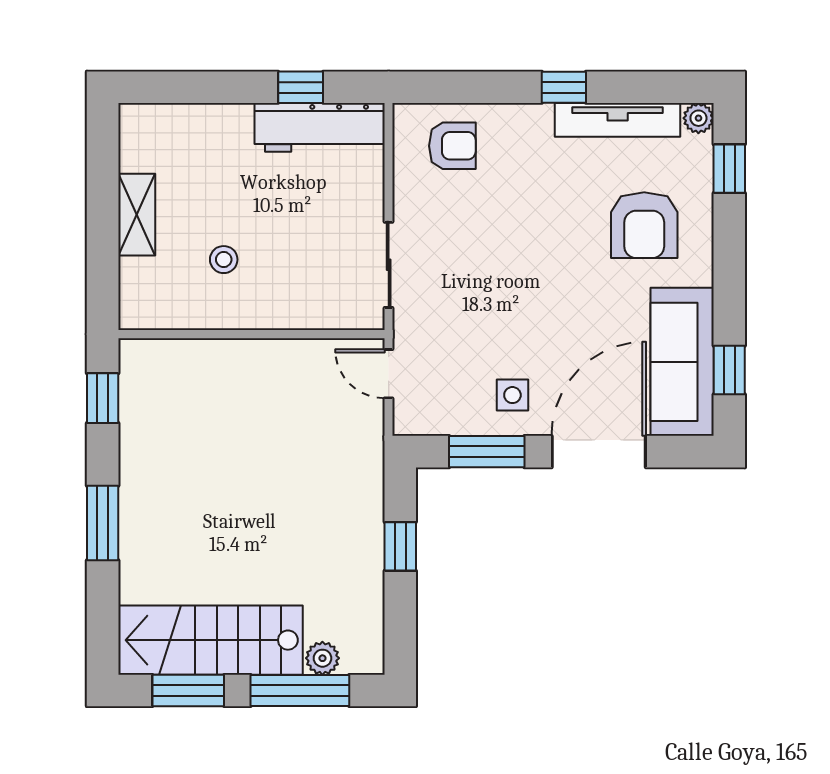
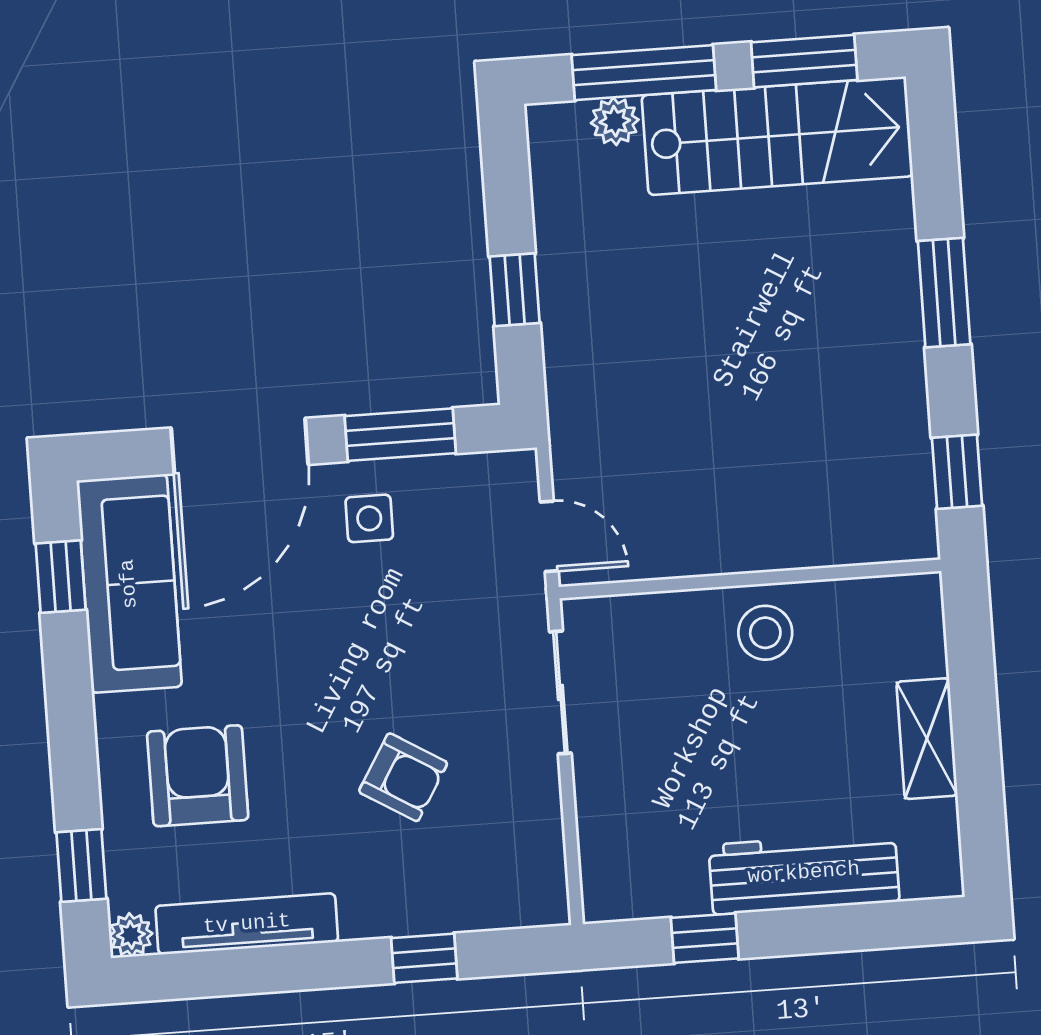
window: (564, 87) -> (424, 958), moved
workbench: (320, 127) -> (804, 873), moved
armchair: (452, 146) -> (403, 777), moved, turned -149
stool: (224, 260) -> (765, 633), moved, width x1.37, depth x1.37

